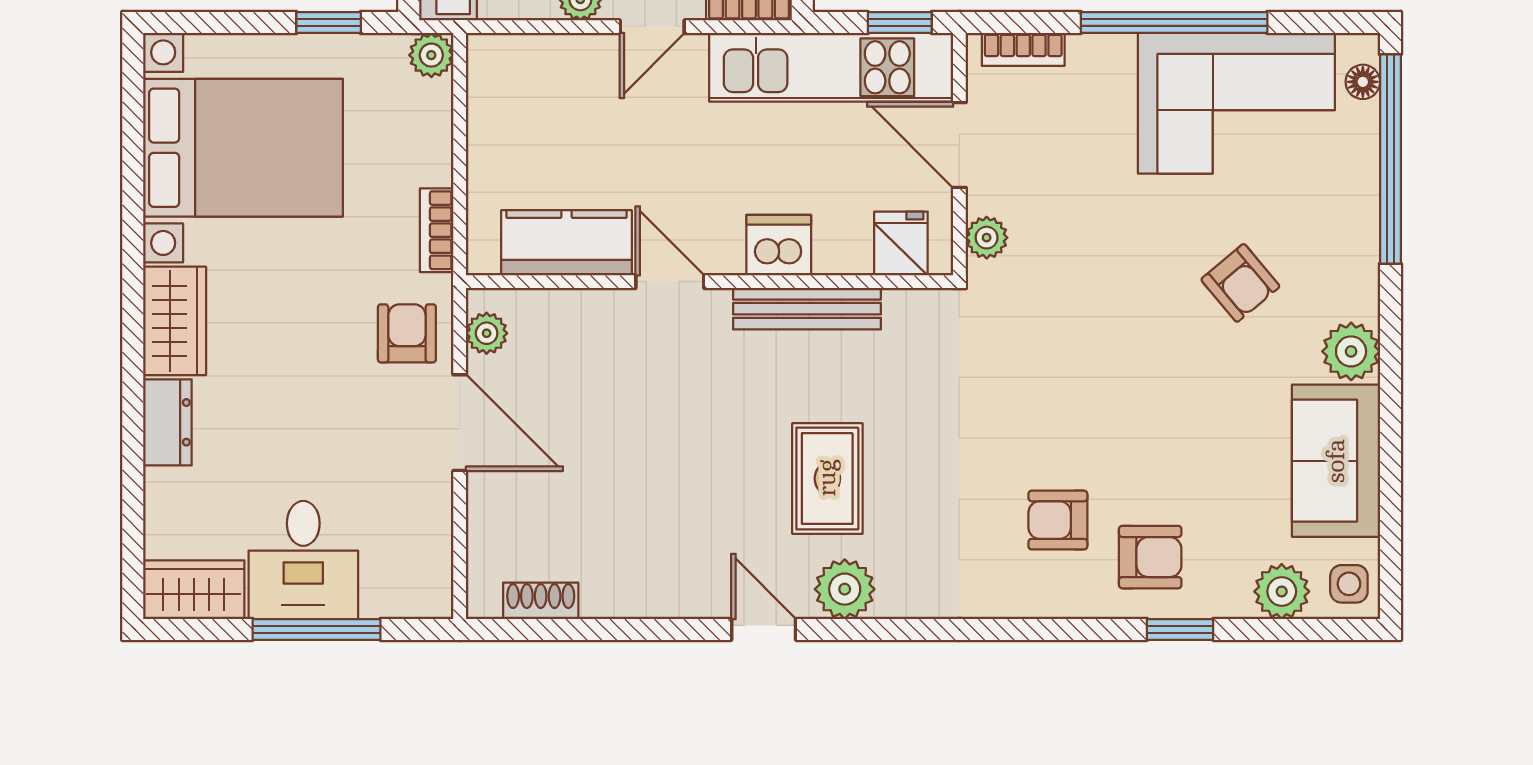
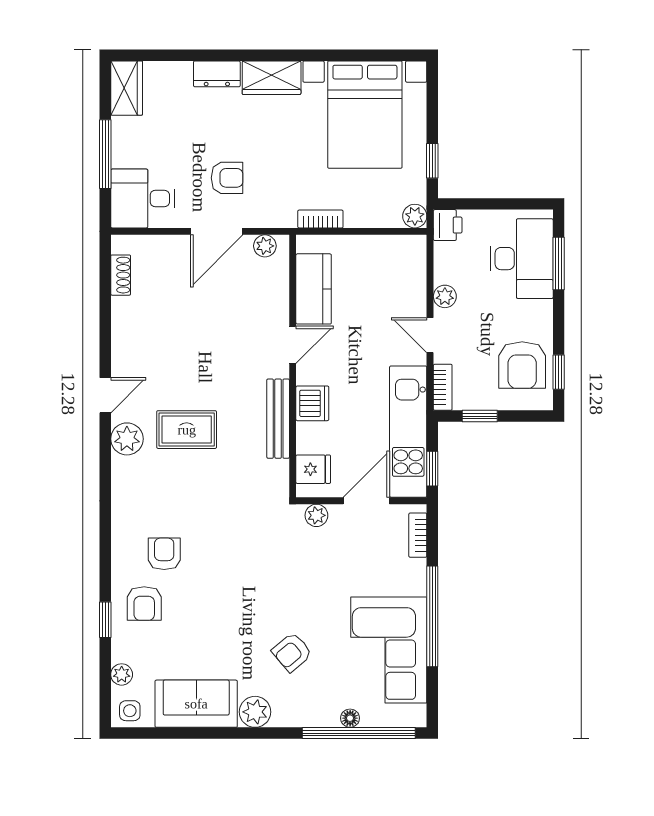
floor lamp: (1363, 82) -> (350, 718), moved
armchair: (407, 333) -> (227, 178), moved
desk: (303, 560) -> (143, 199), moved
plant: (1282, 591) -> (122, 674), width x0.73, depth x0.73

